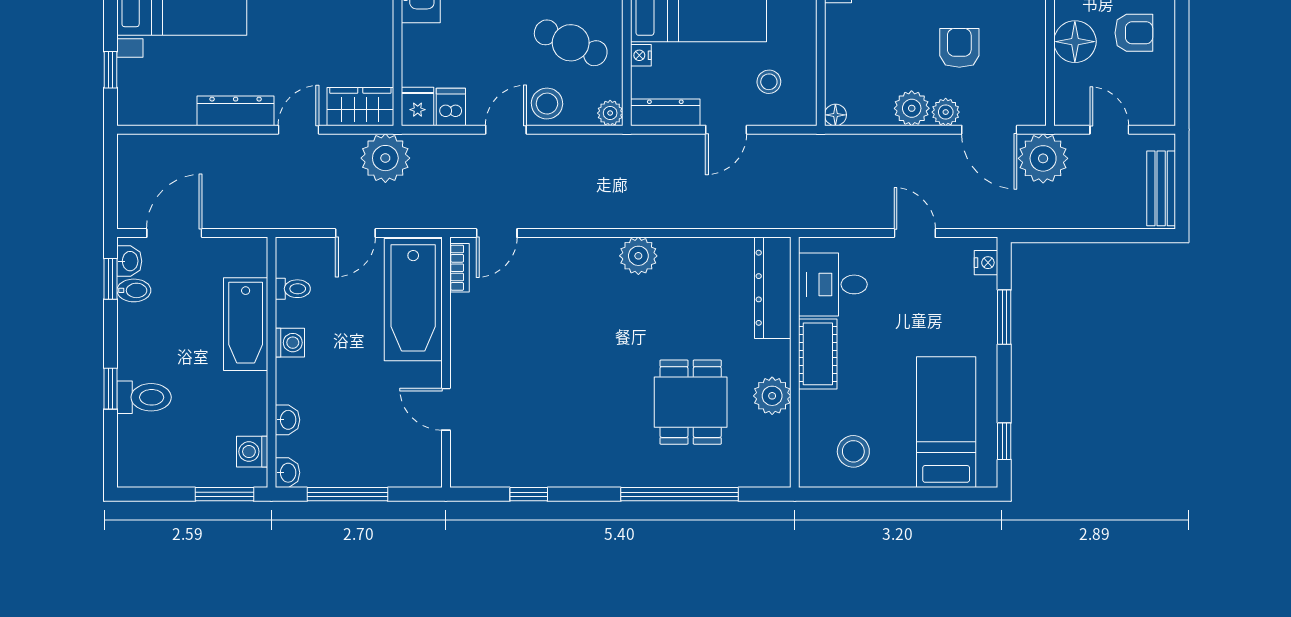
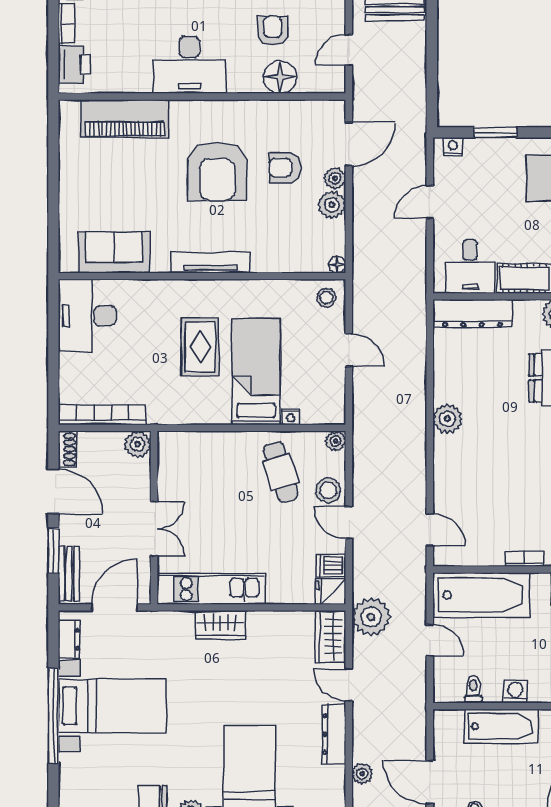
cafe table: (571, 43) -> (281, 472), turned -40
stool: (769, 82) -> (326, 298), moved
dresser: (665, 112) -> (335, 398), removed
plant: (1043, 158) -> (362, 774), moved, width x0.53, depth x0.53
bookcase: (460, 268) -> (524, 559), moved

